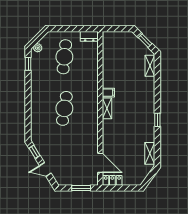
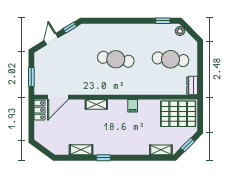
pallet: (116, 49) -> (178, 114), added
shelving: (107, 108) -> (96, 104), moved
shelving: (150, 153) -> (81, 150), moved

